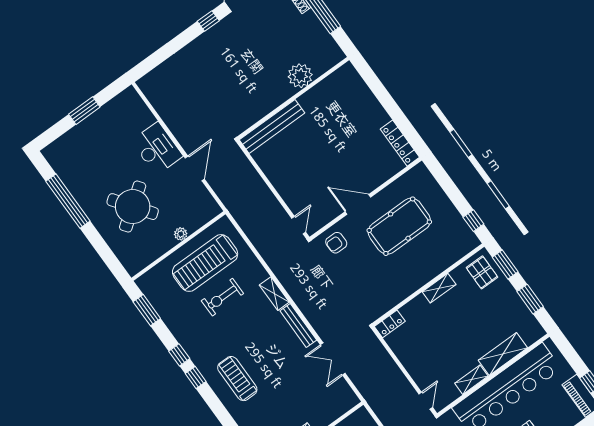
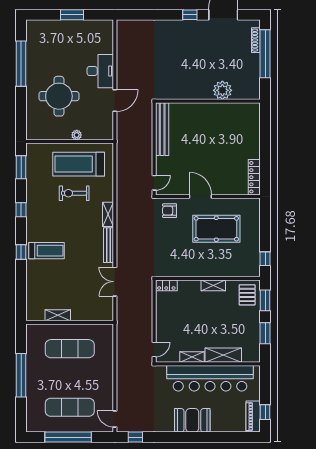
bench: (272, 126) -> (162, 129), moved, turned 90
round table: (133, 207) -> (59, 96), turned 36
window: (196, 378) -> (21, 252), moved
treadmill: (237, 379) -> (47, 251), turned 90

